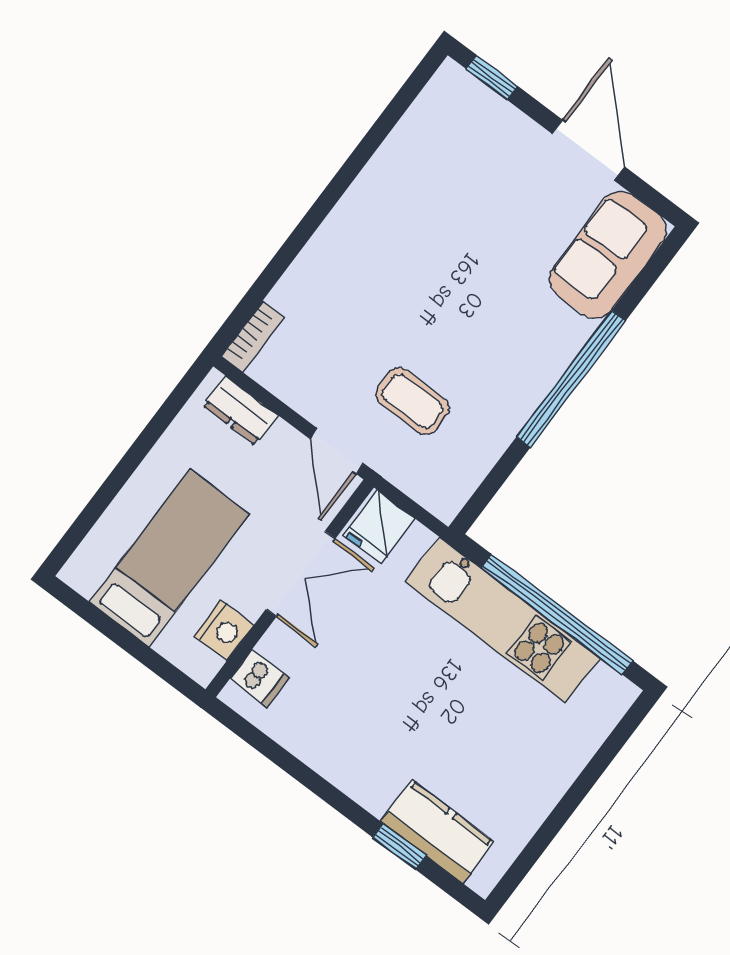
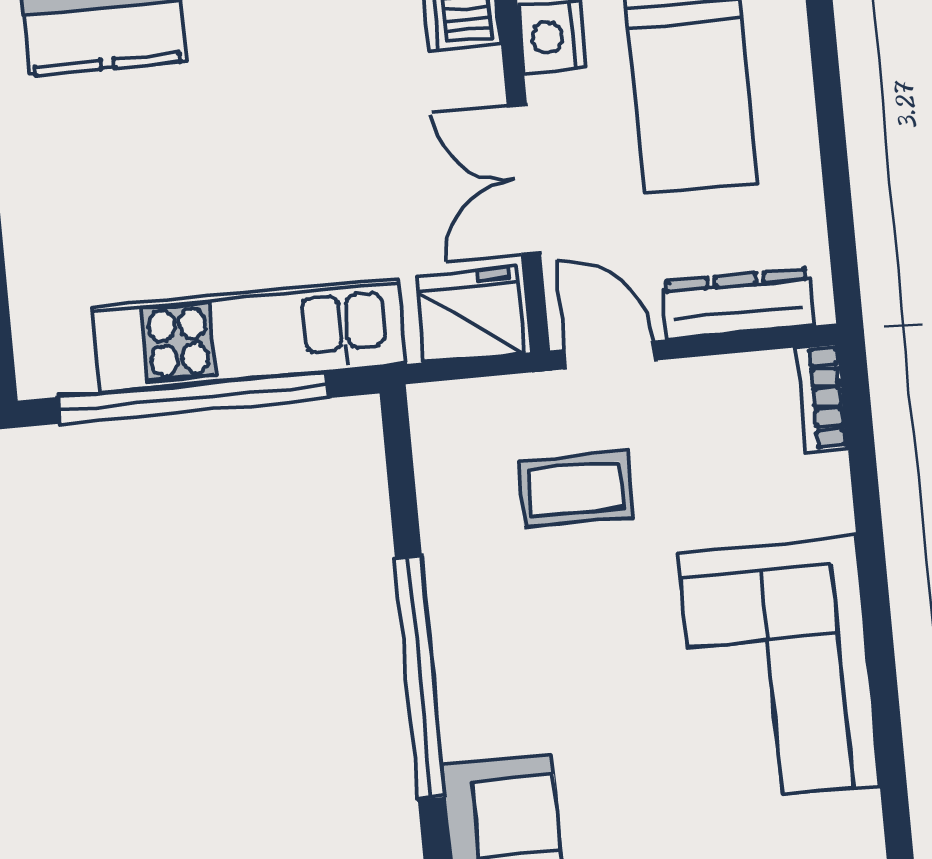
corner sofa: (393, 224) -> (779, 669), added
dresser: (240, 410) -> (738, 304), width x1.44
fridge: (379, 527) -> (470, 314), width x1.38

